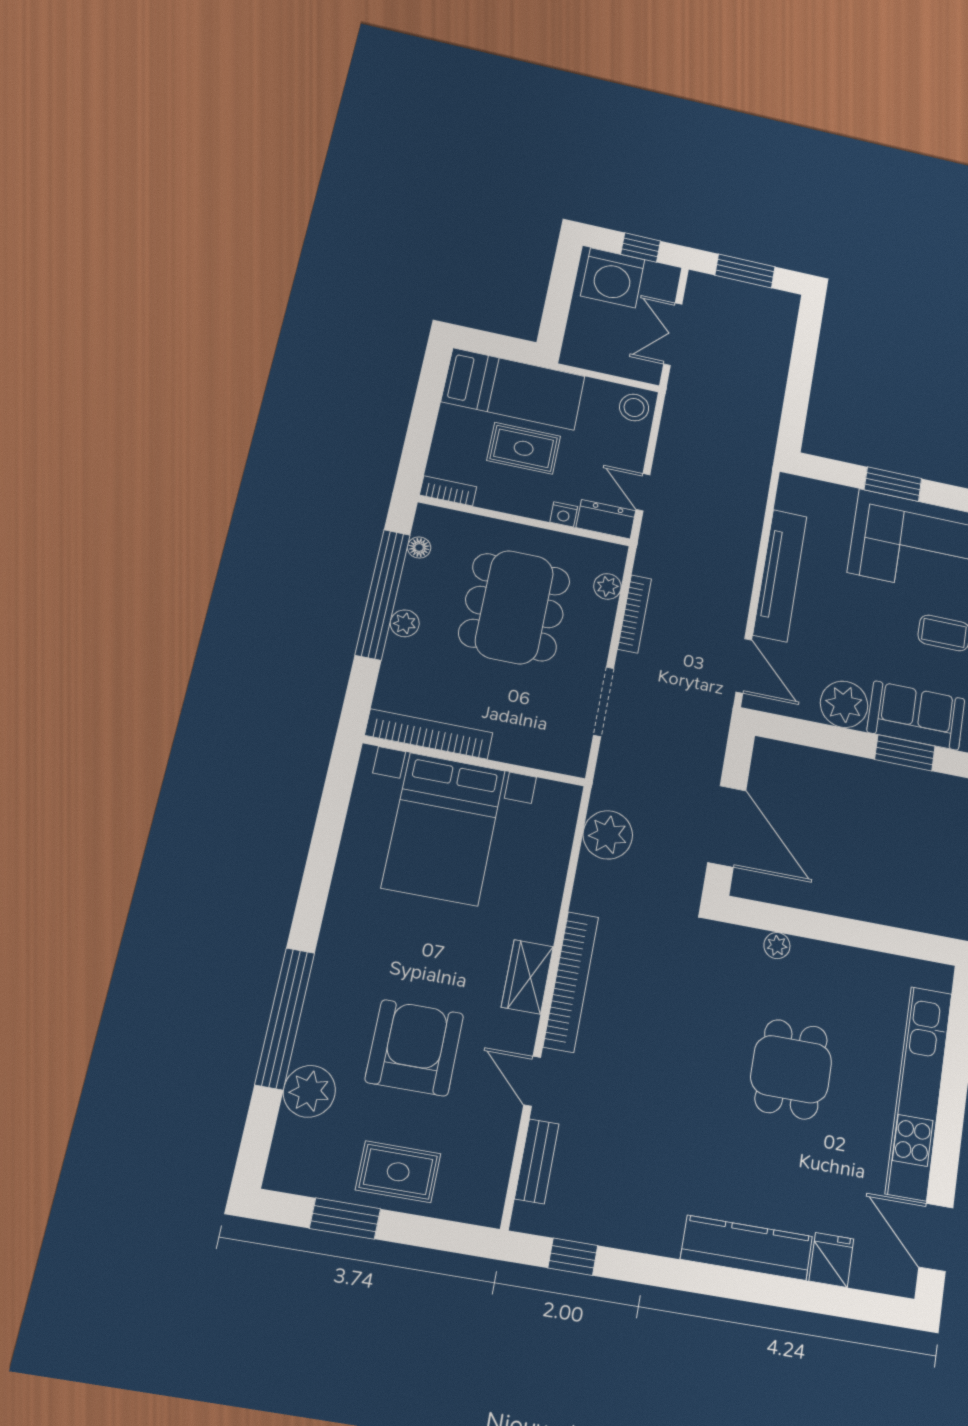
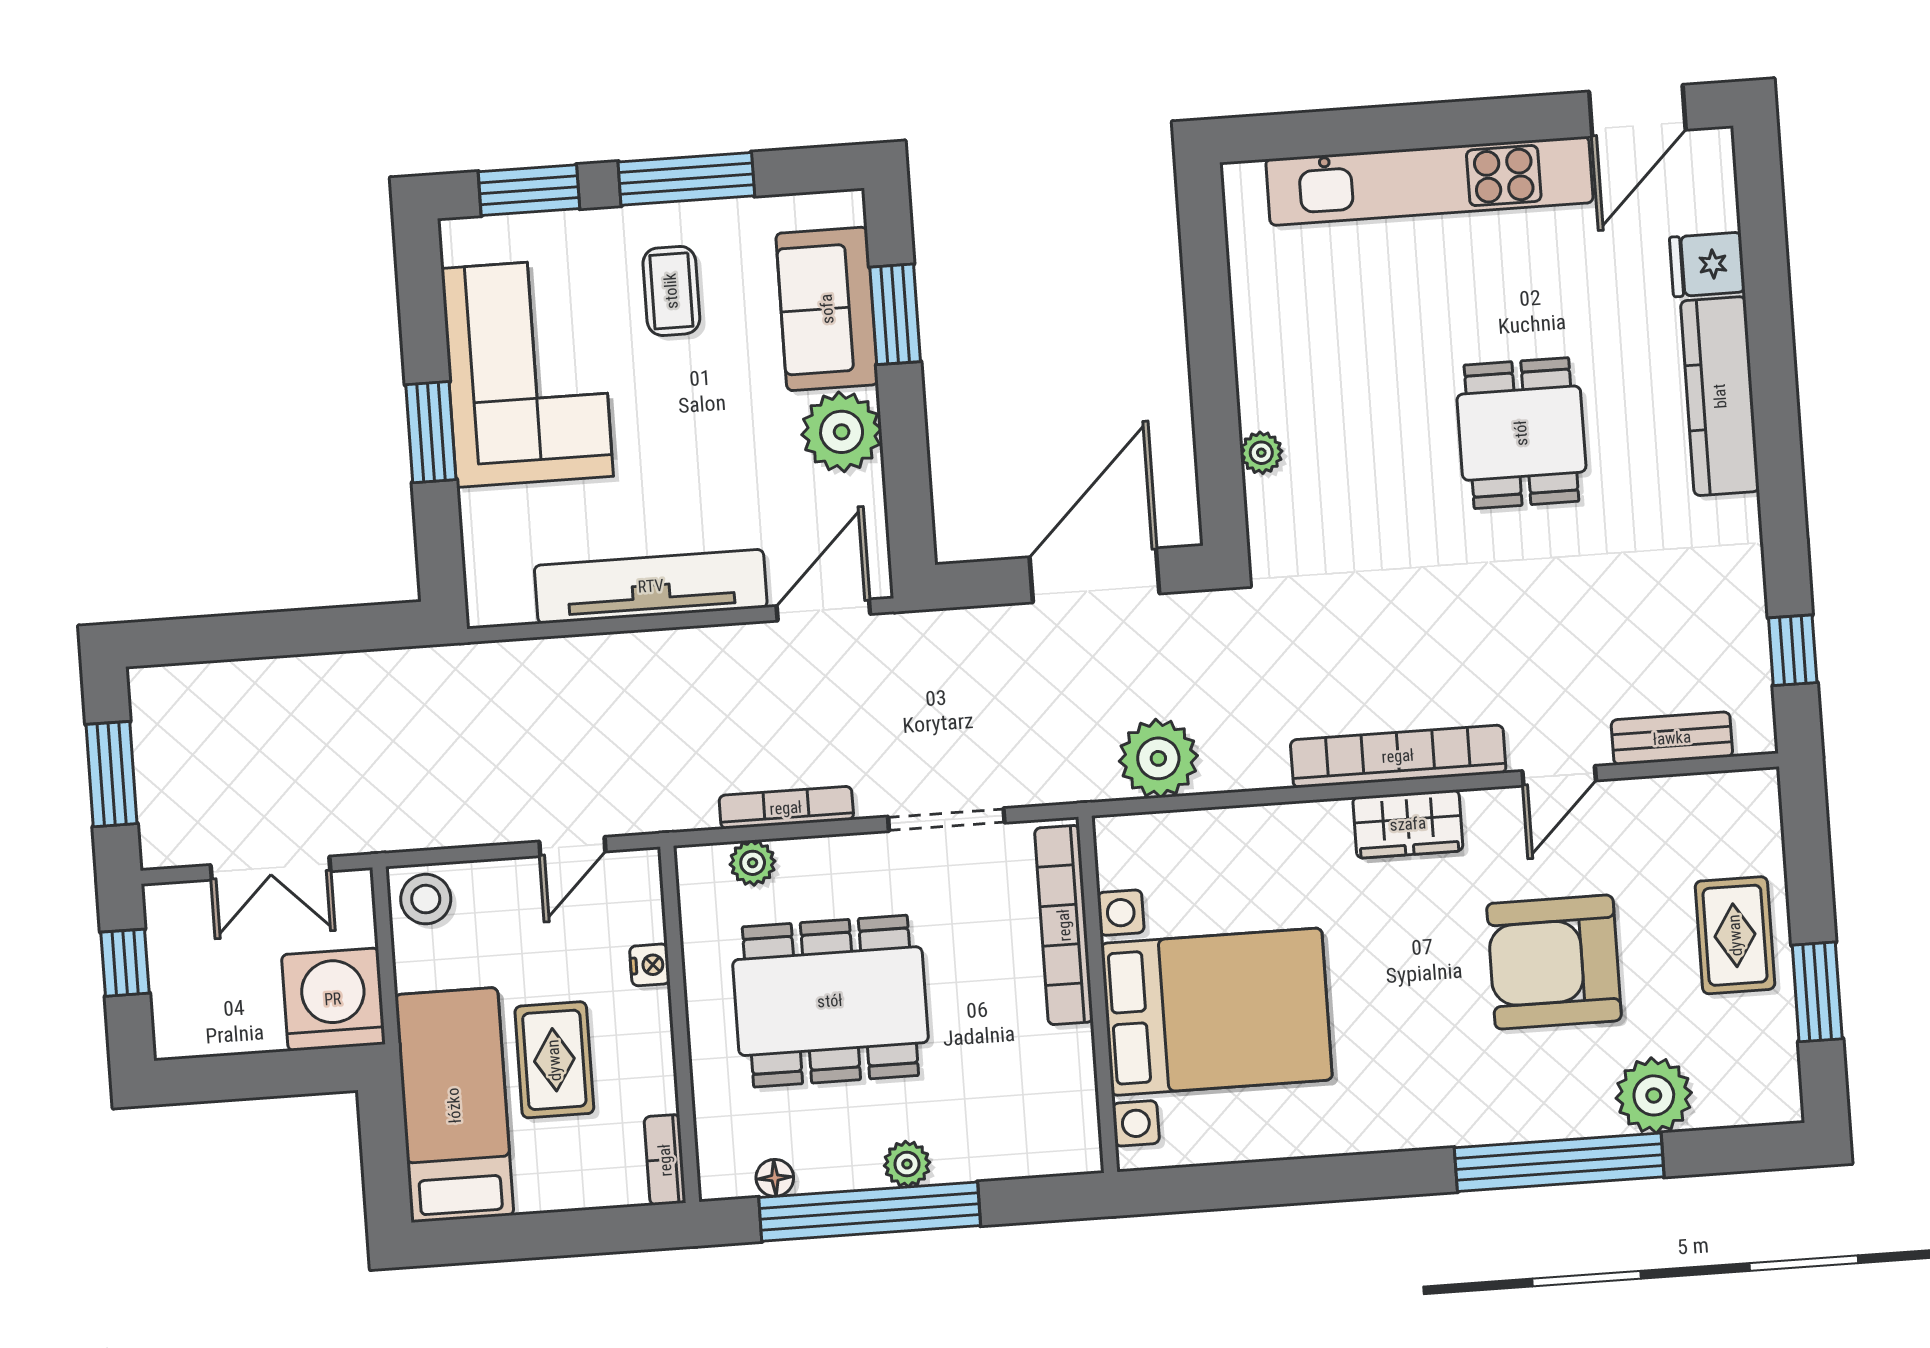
washing machine: (613, 278) -> (333, 999), moved, turned -90
dresser: (606, 519) -> (638, 895), removed
bookcase: (429, 734) -> (1064, 925), moved
dining table: (791, 1069) -> (1521, 433), moved, turned 90

